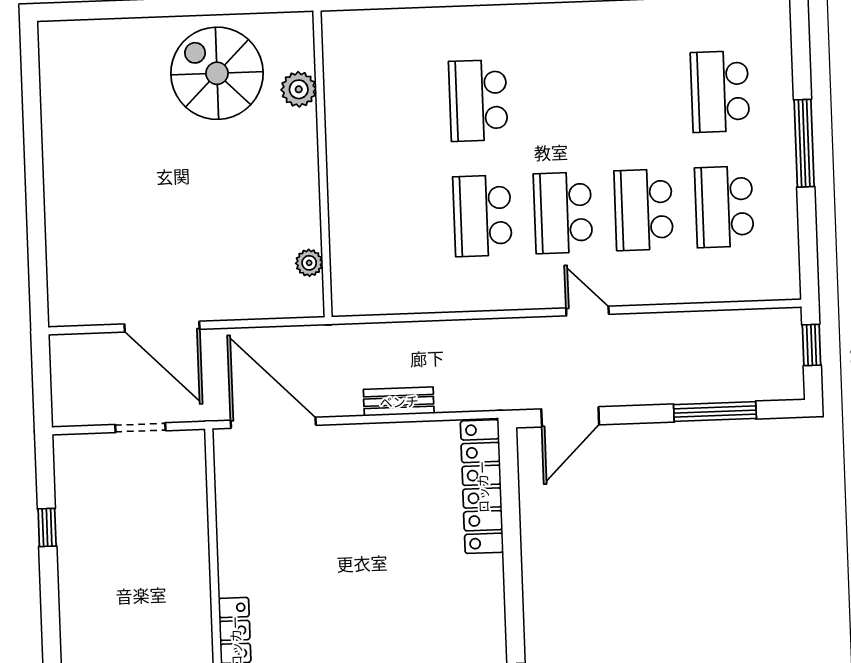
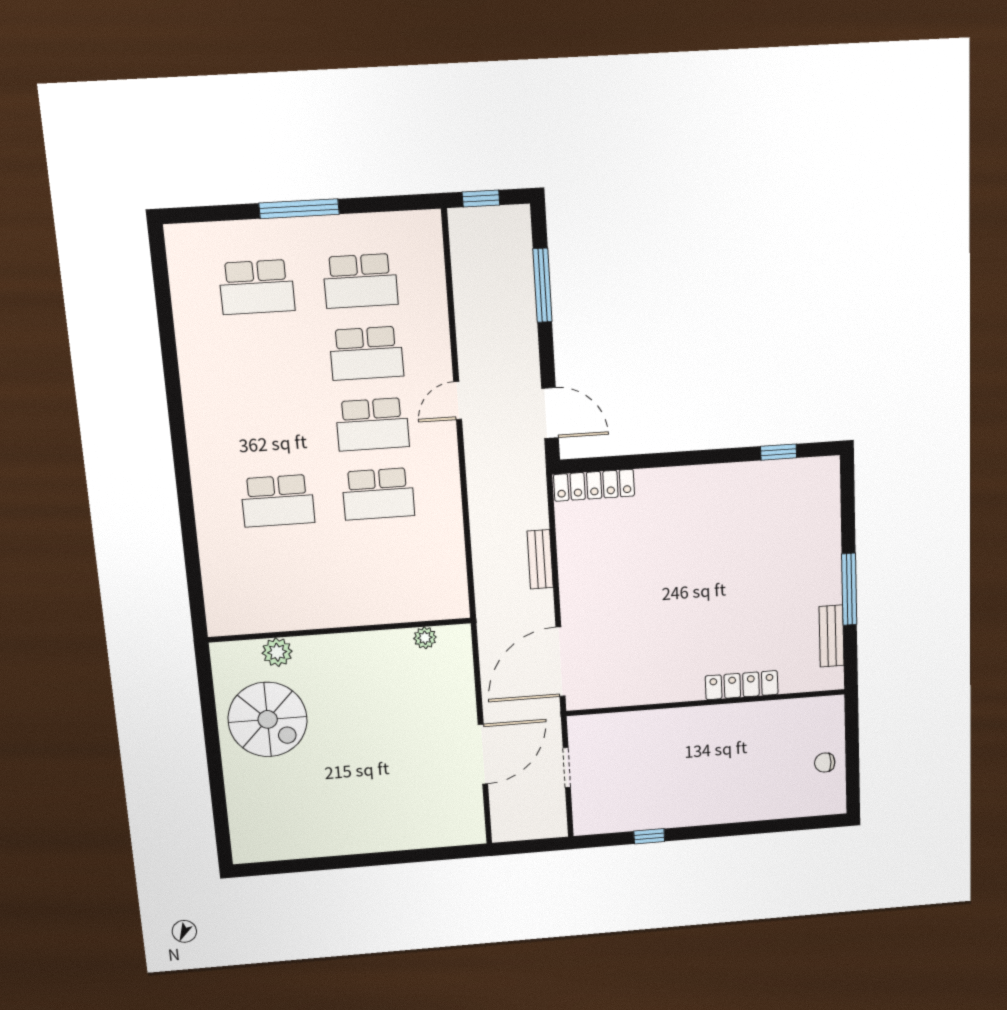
spiral stairs: (217, 73) -> (268, 719), turned -90
locker: (482, 487) -> (594, 485), width x0.71, depth x0.83

